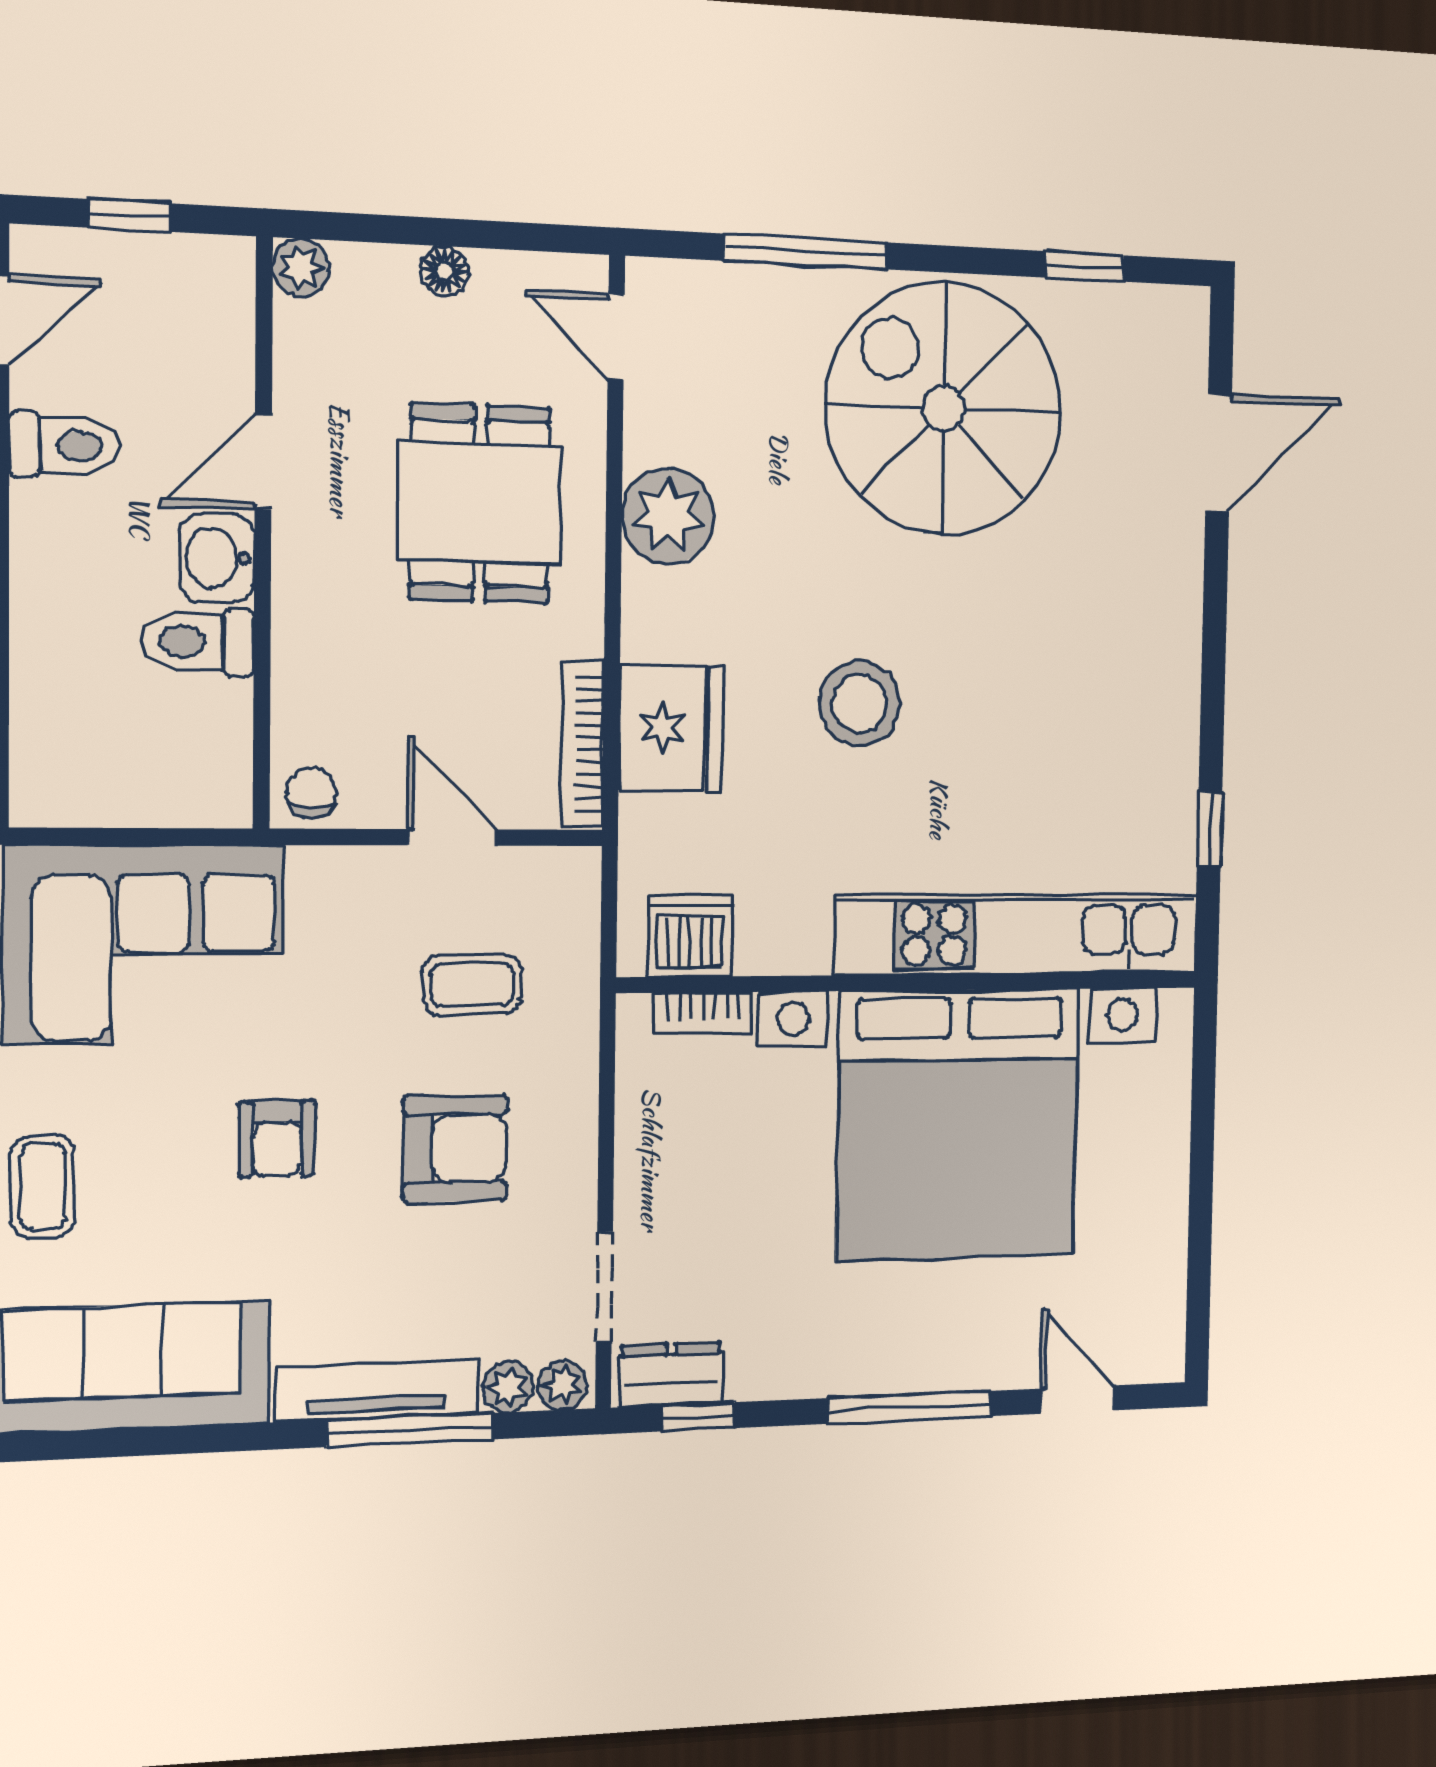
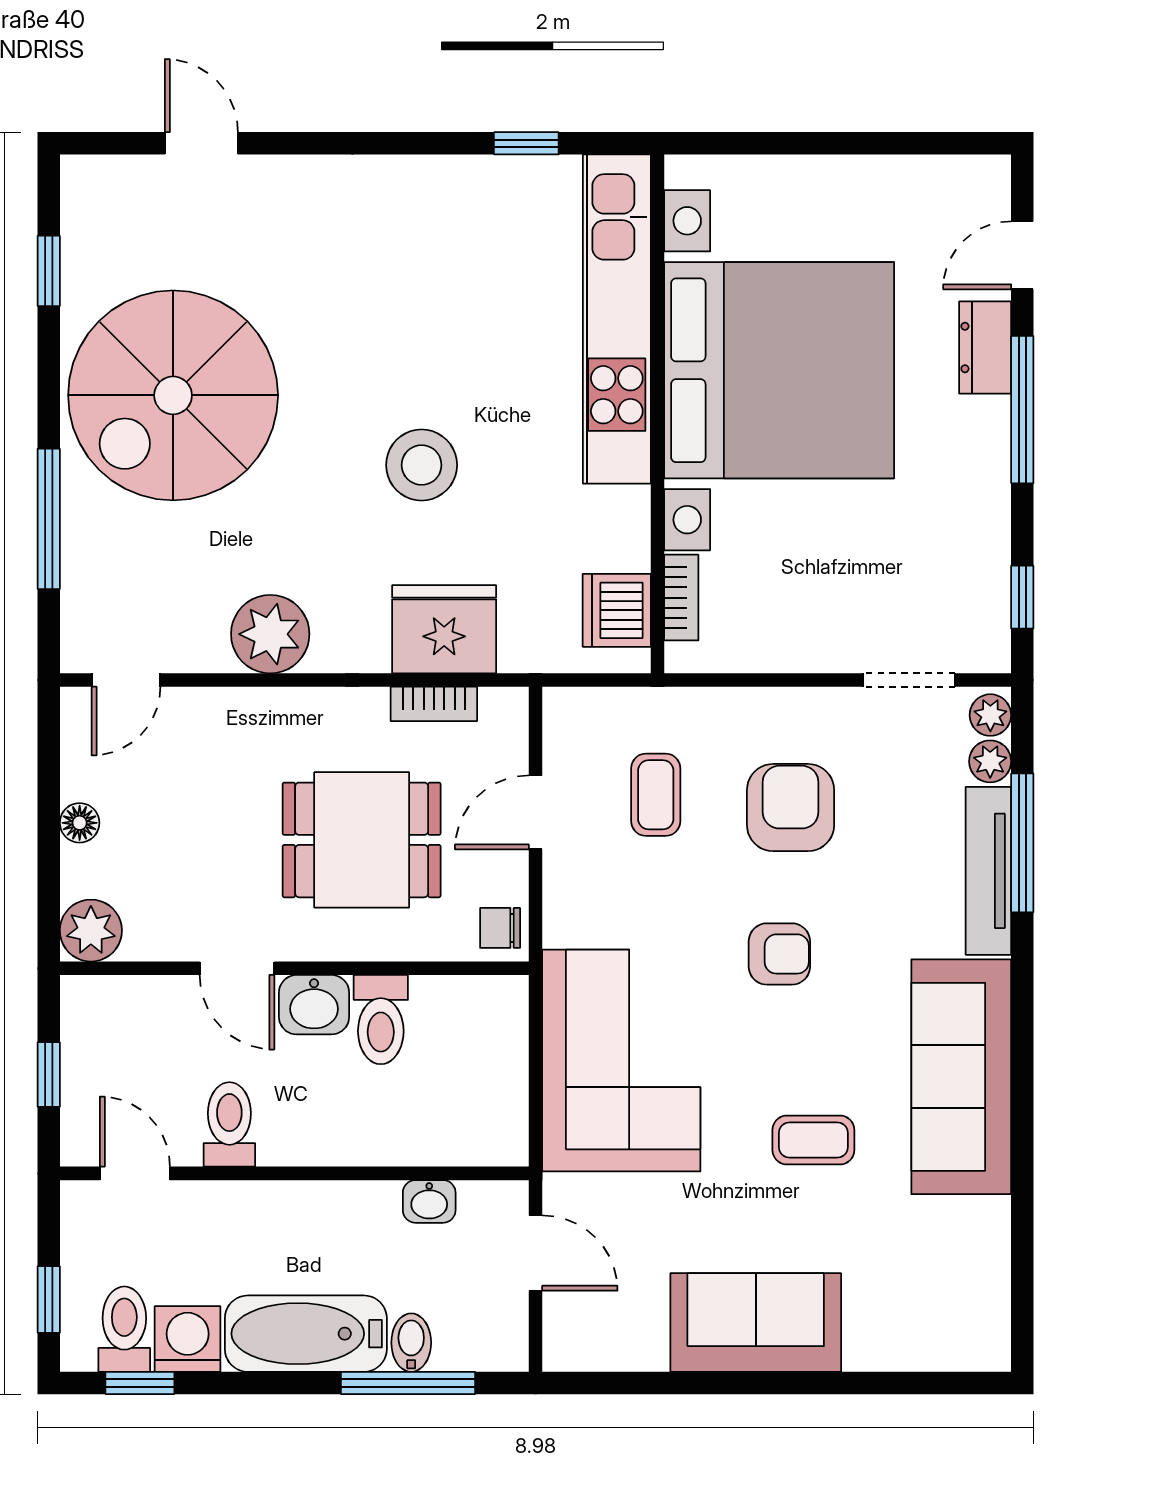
plant: (301, 267) -> (91, 931), width x1.38, depth x1.38
door: (1219, 453) -> (201, 143), width x0.73
dining table: (480, 503) -> (362, 840), moved
bookcase: (583, 744) -> (434, 704), width x0.64
dresser: (671, 1374) -> (985, 348), moved

